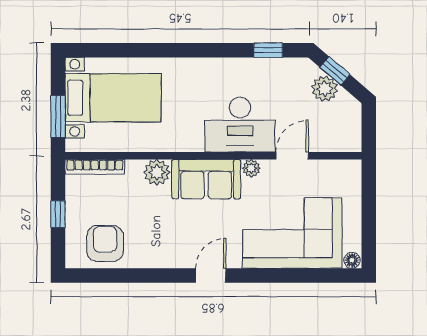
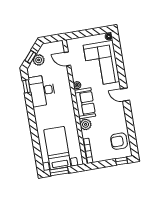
window: (58, 116) -> (59, 171), moved
desk: (240, 125) -> (42, 91), moved, turned 180
door: (292, 156) -> (67, 59), moved
window: (58, 214) -> (122, 161), moved

